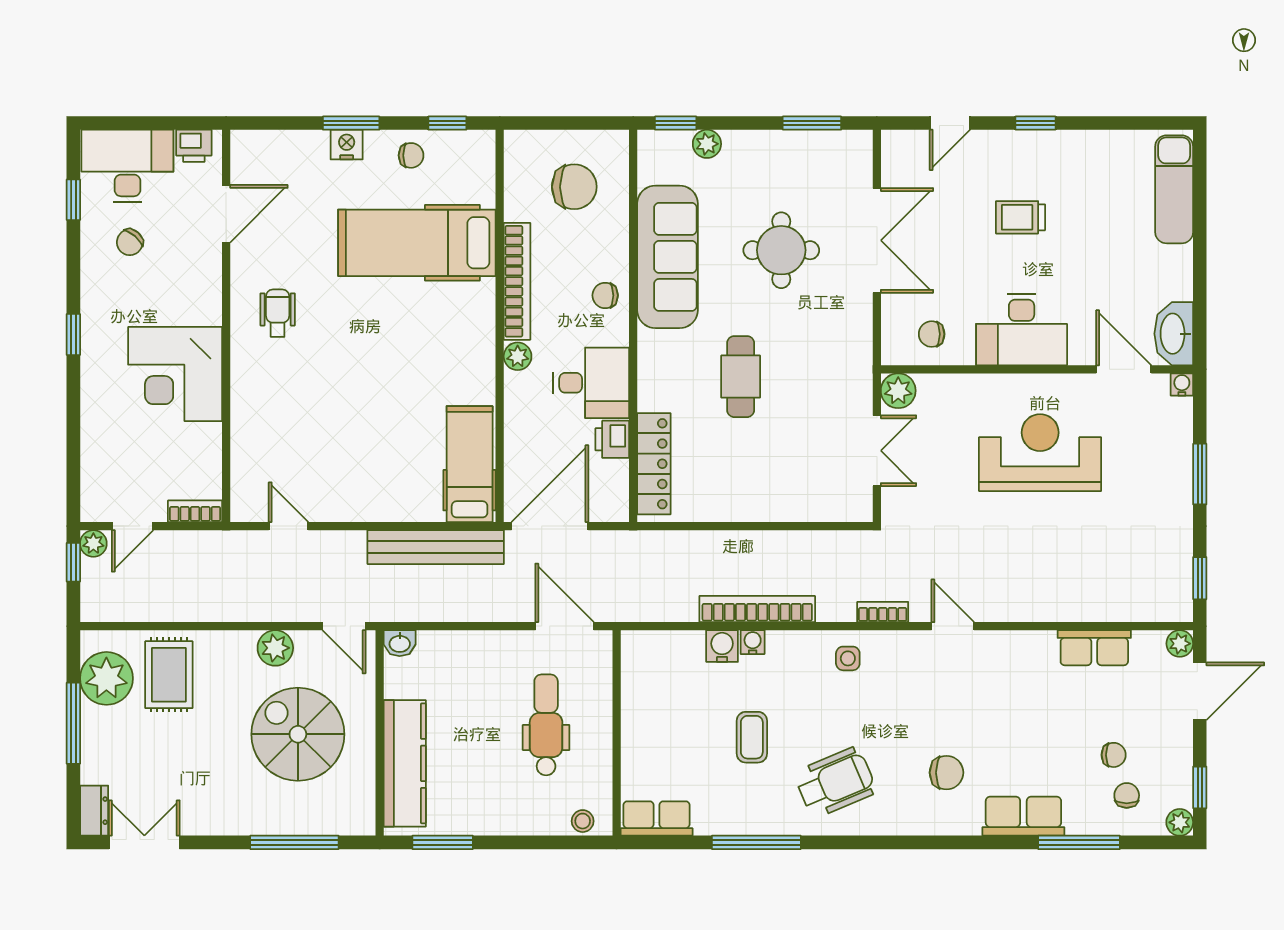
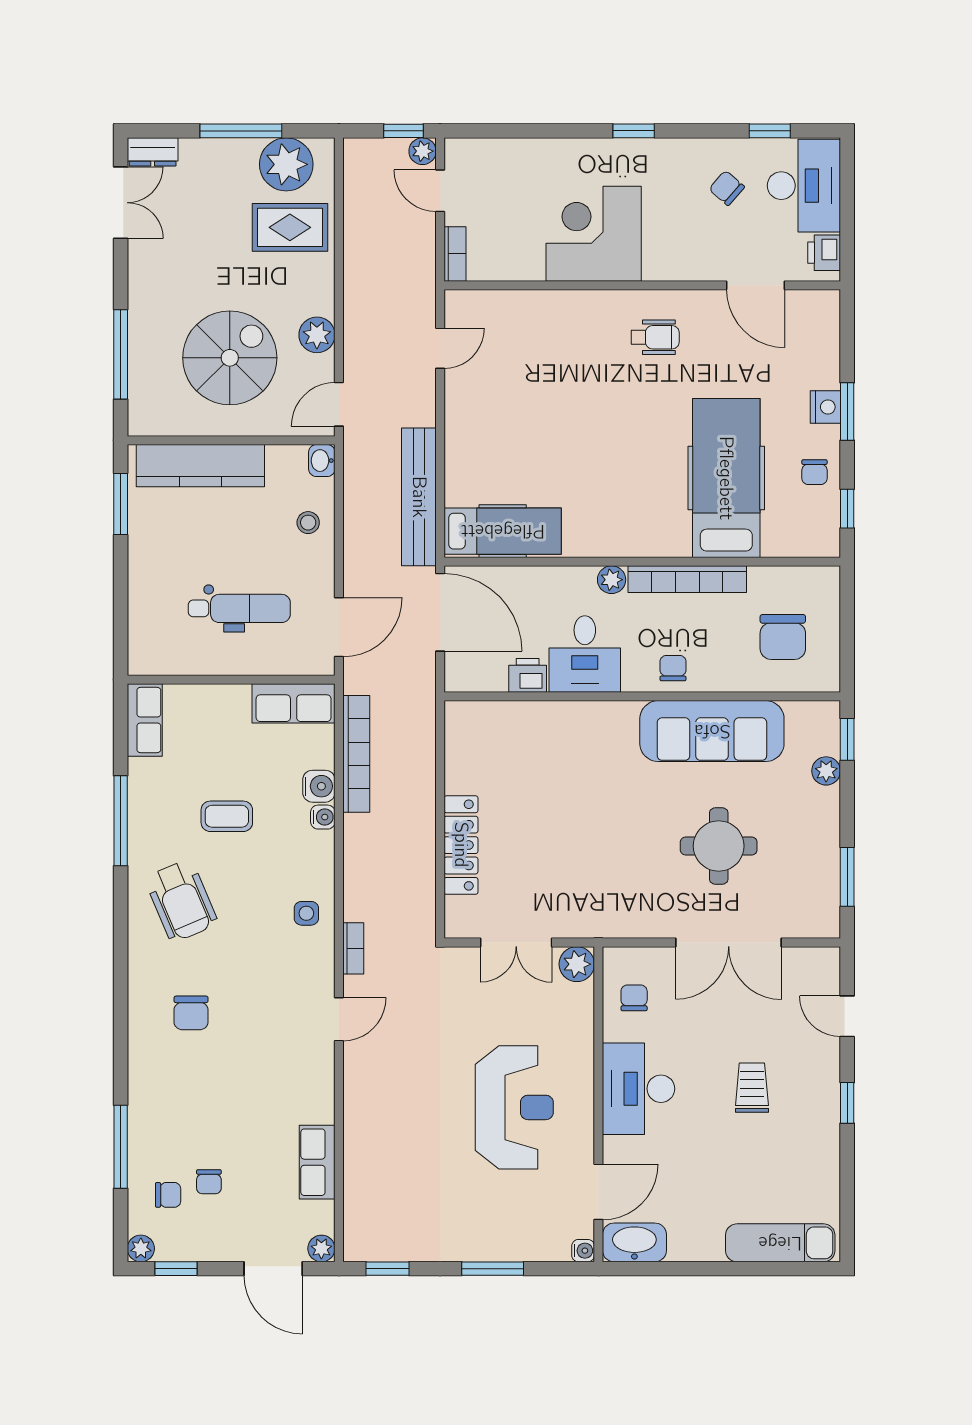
cafe table: (741, 377) -> (591, 805), removed
locker: (654, 464) -> (461, 845), moved, turned -90
bookcase: (757, 609) -> (356, 754), moved
row of seats: (1023, 816) -> (294, 703), moved, turned 90
stool: (583, 821) -> (308, 523), moved

